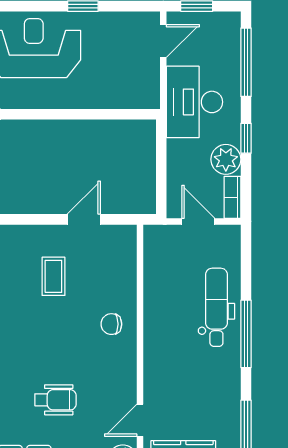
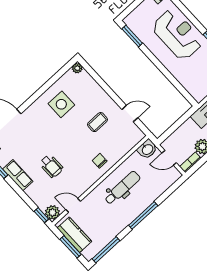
door: (198, 221) -> (169, 158), swing flipped
washbasin: (157, 241) -> (147, 149), added
dental chair: (216, 307) -> (122, 188), moved

